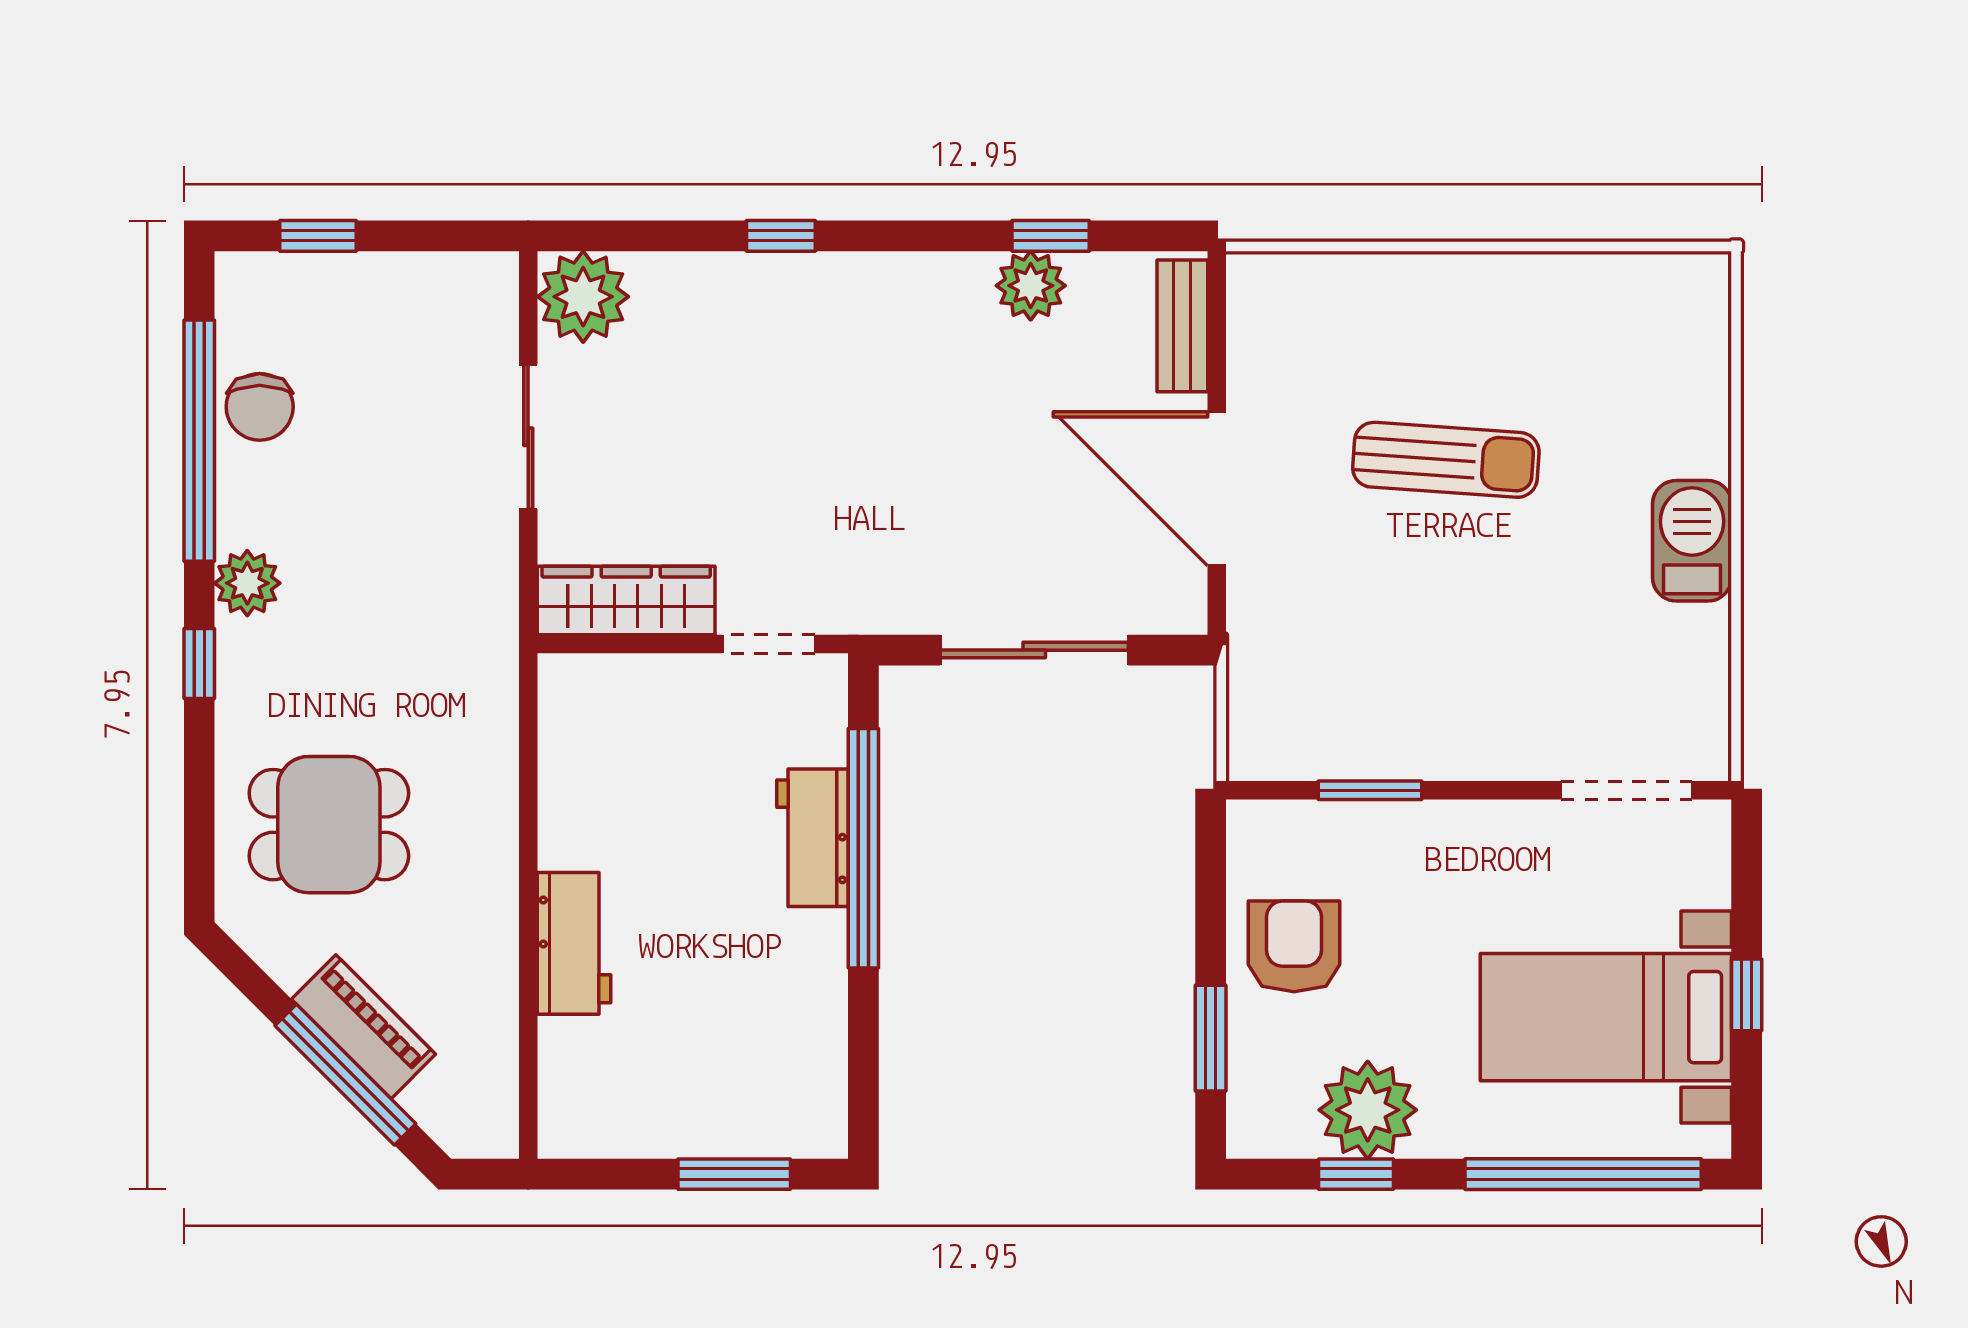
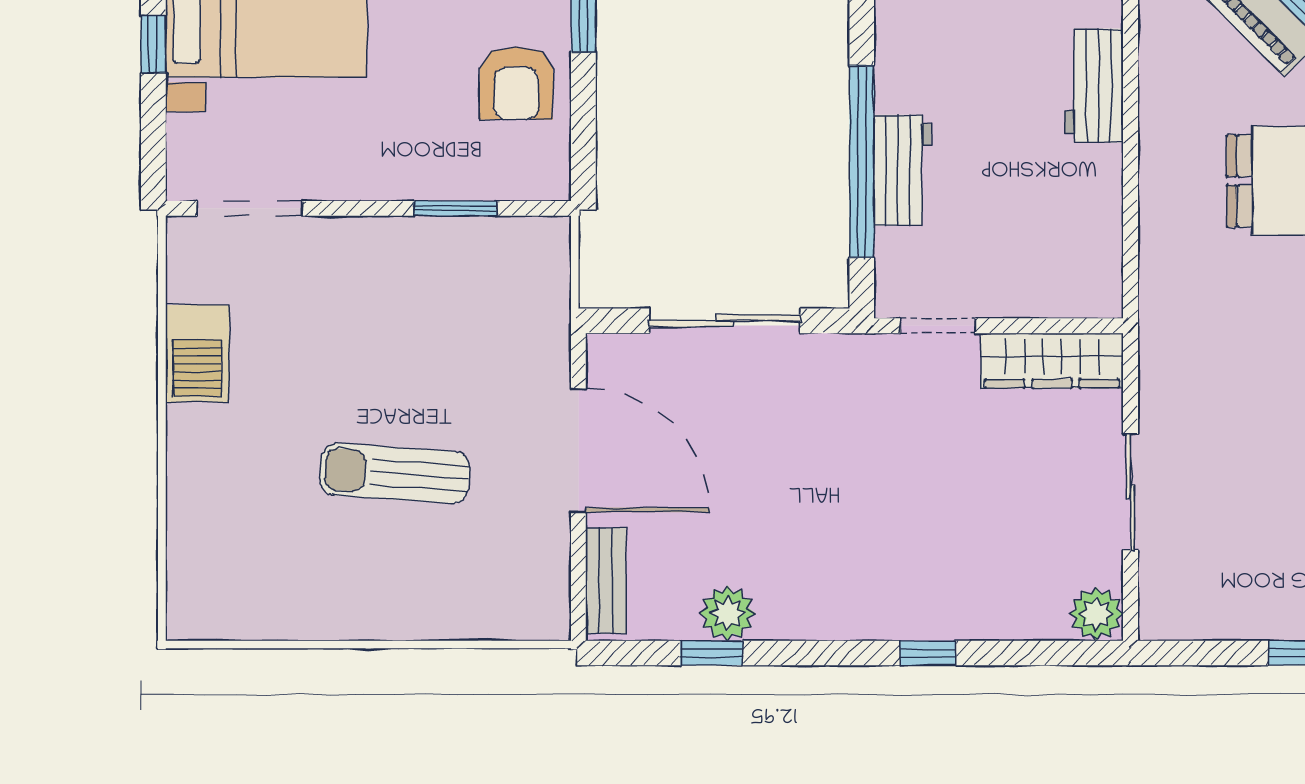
plant: (583, 297) -> (1096, 614), width x0.73, depth x0.73
barbecue: (1692, 541) -> (197, 354), moved

